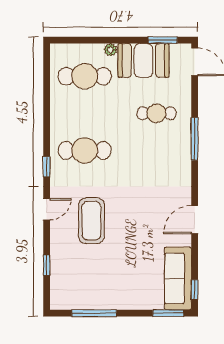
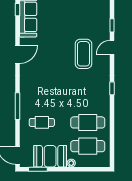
cafe table: (85, 150) -> (88, 122), moved
door: (47, 209) -> (112, 47), moved

